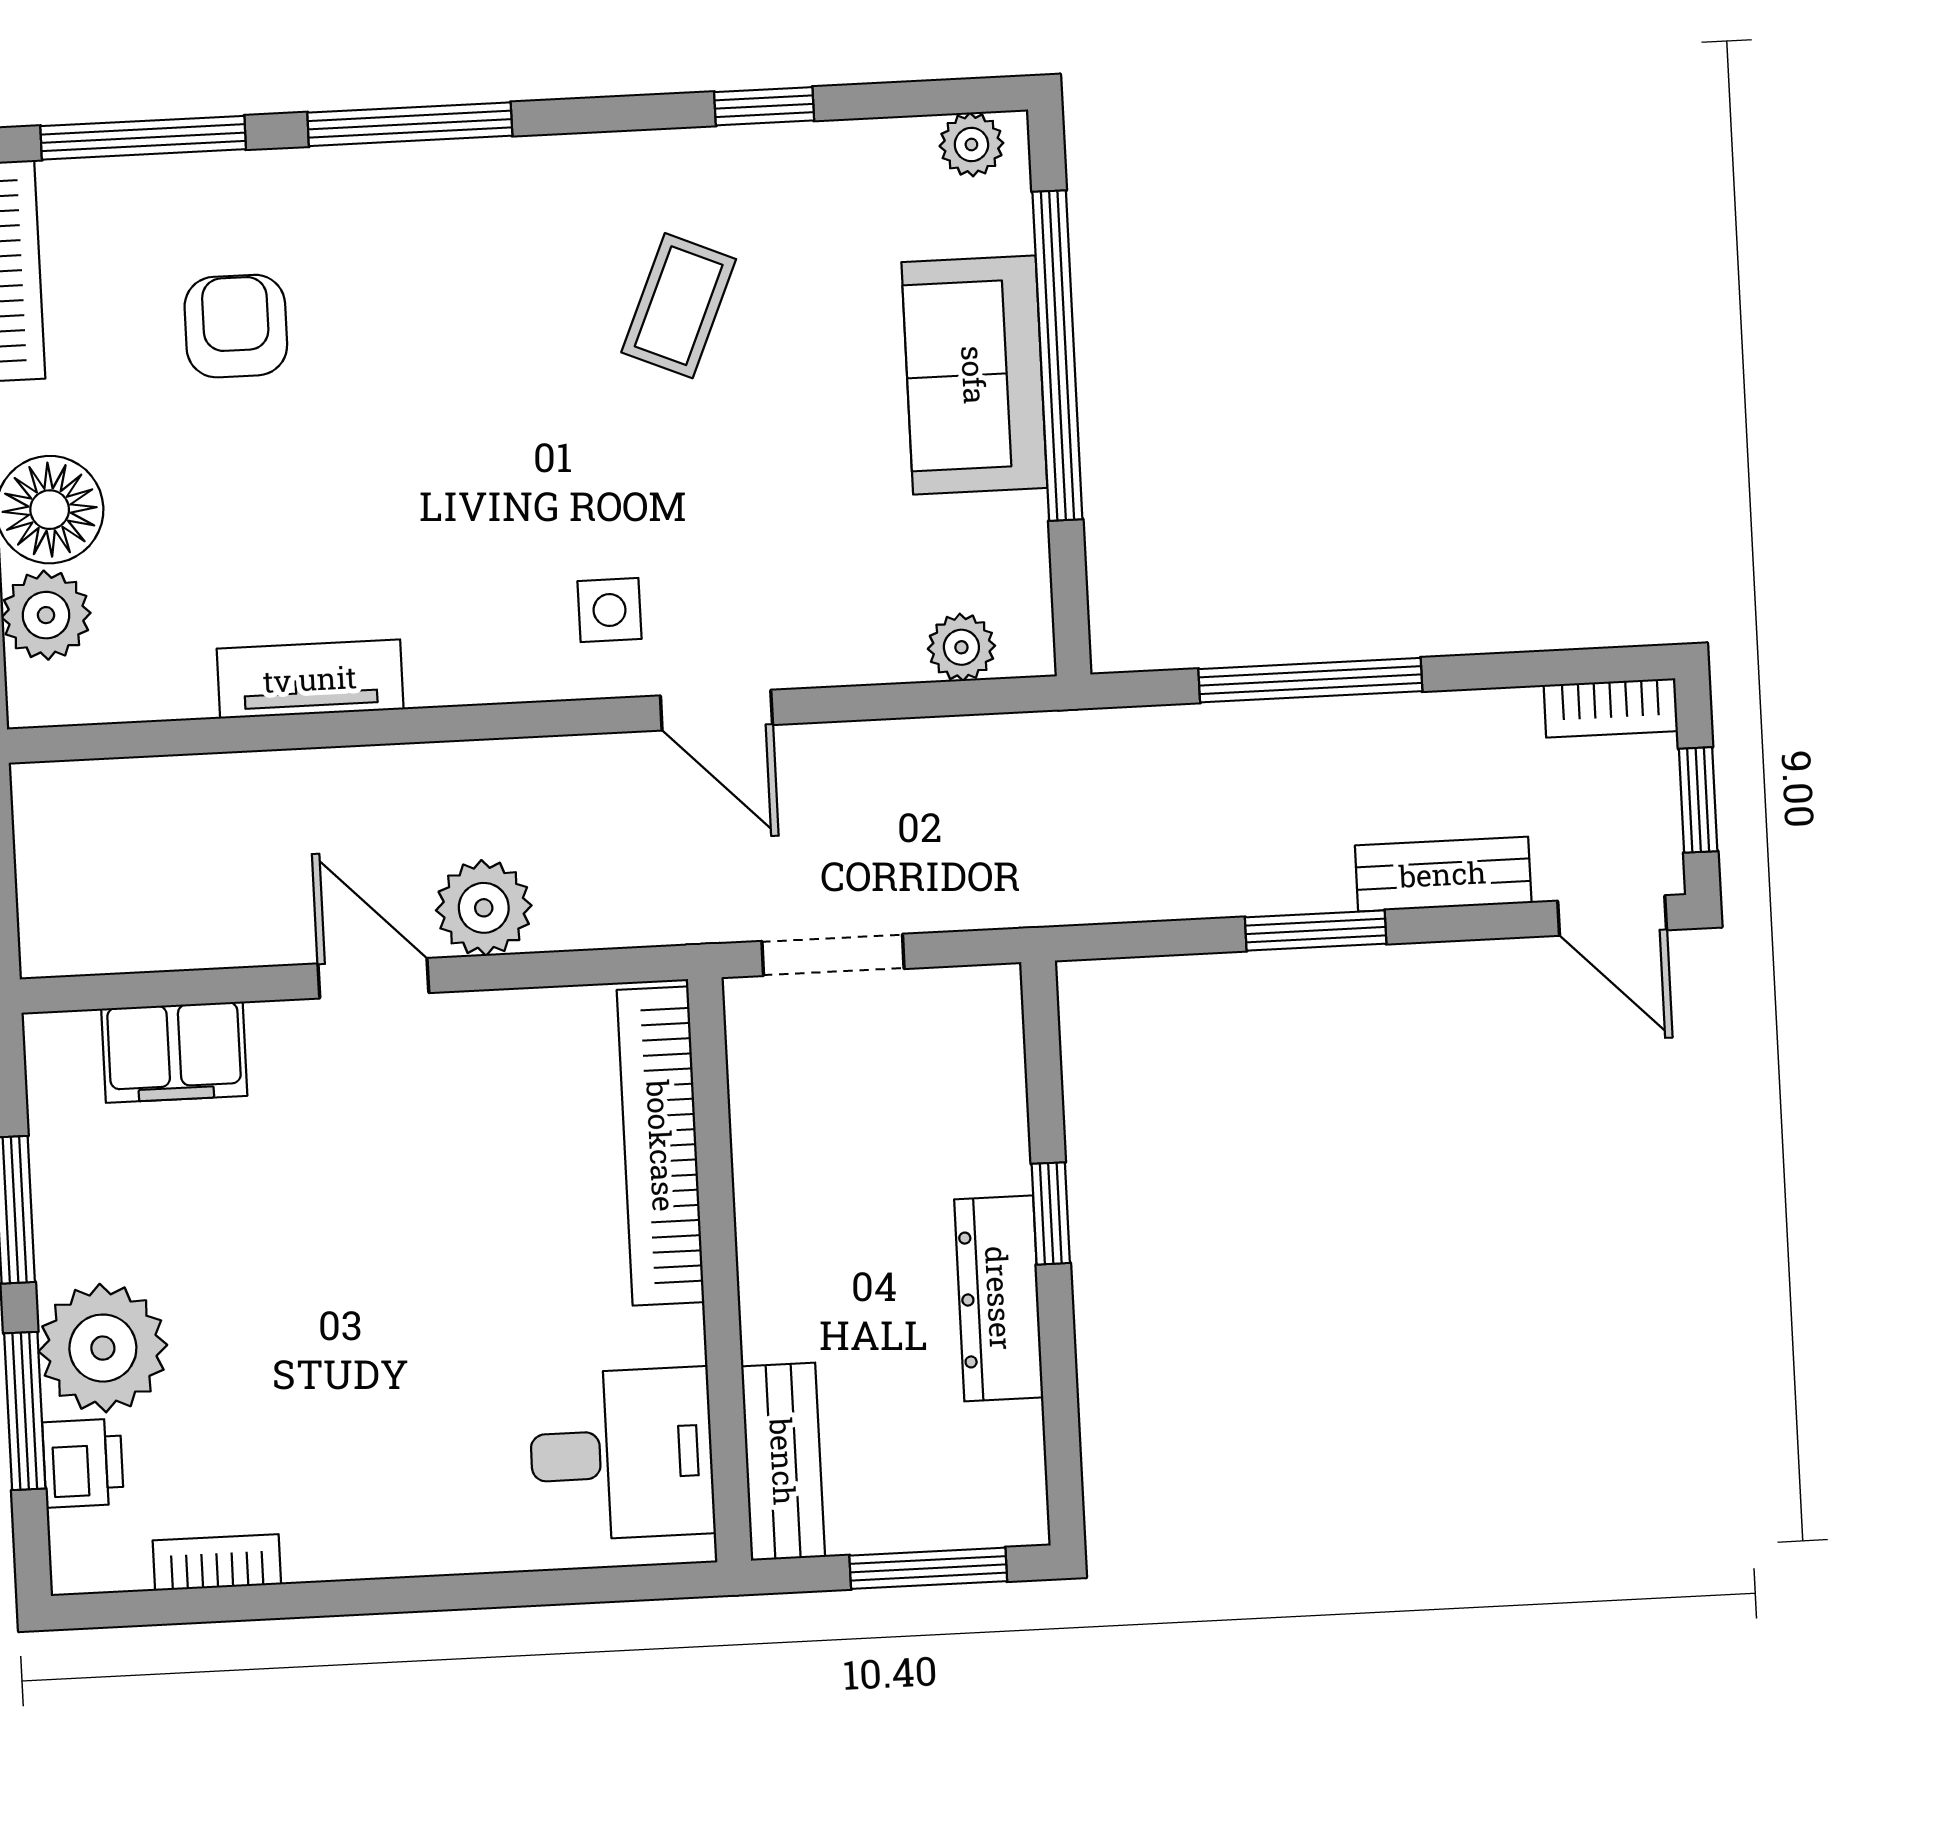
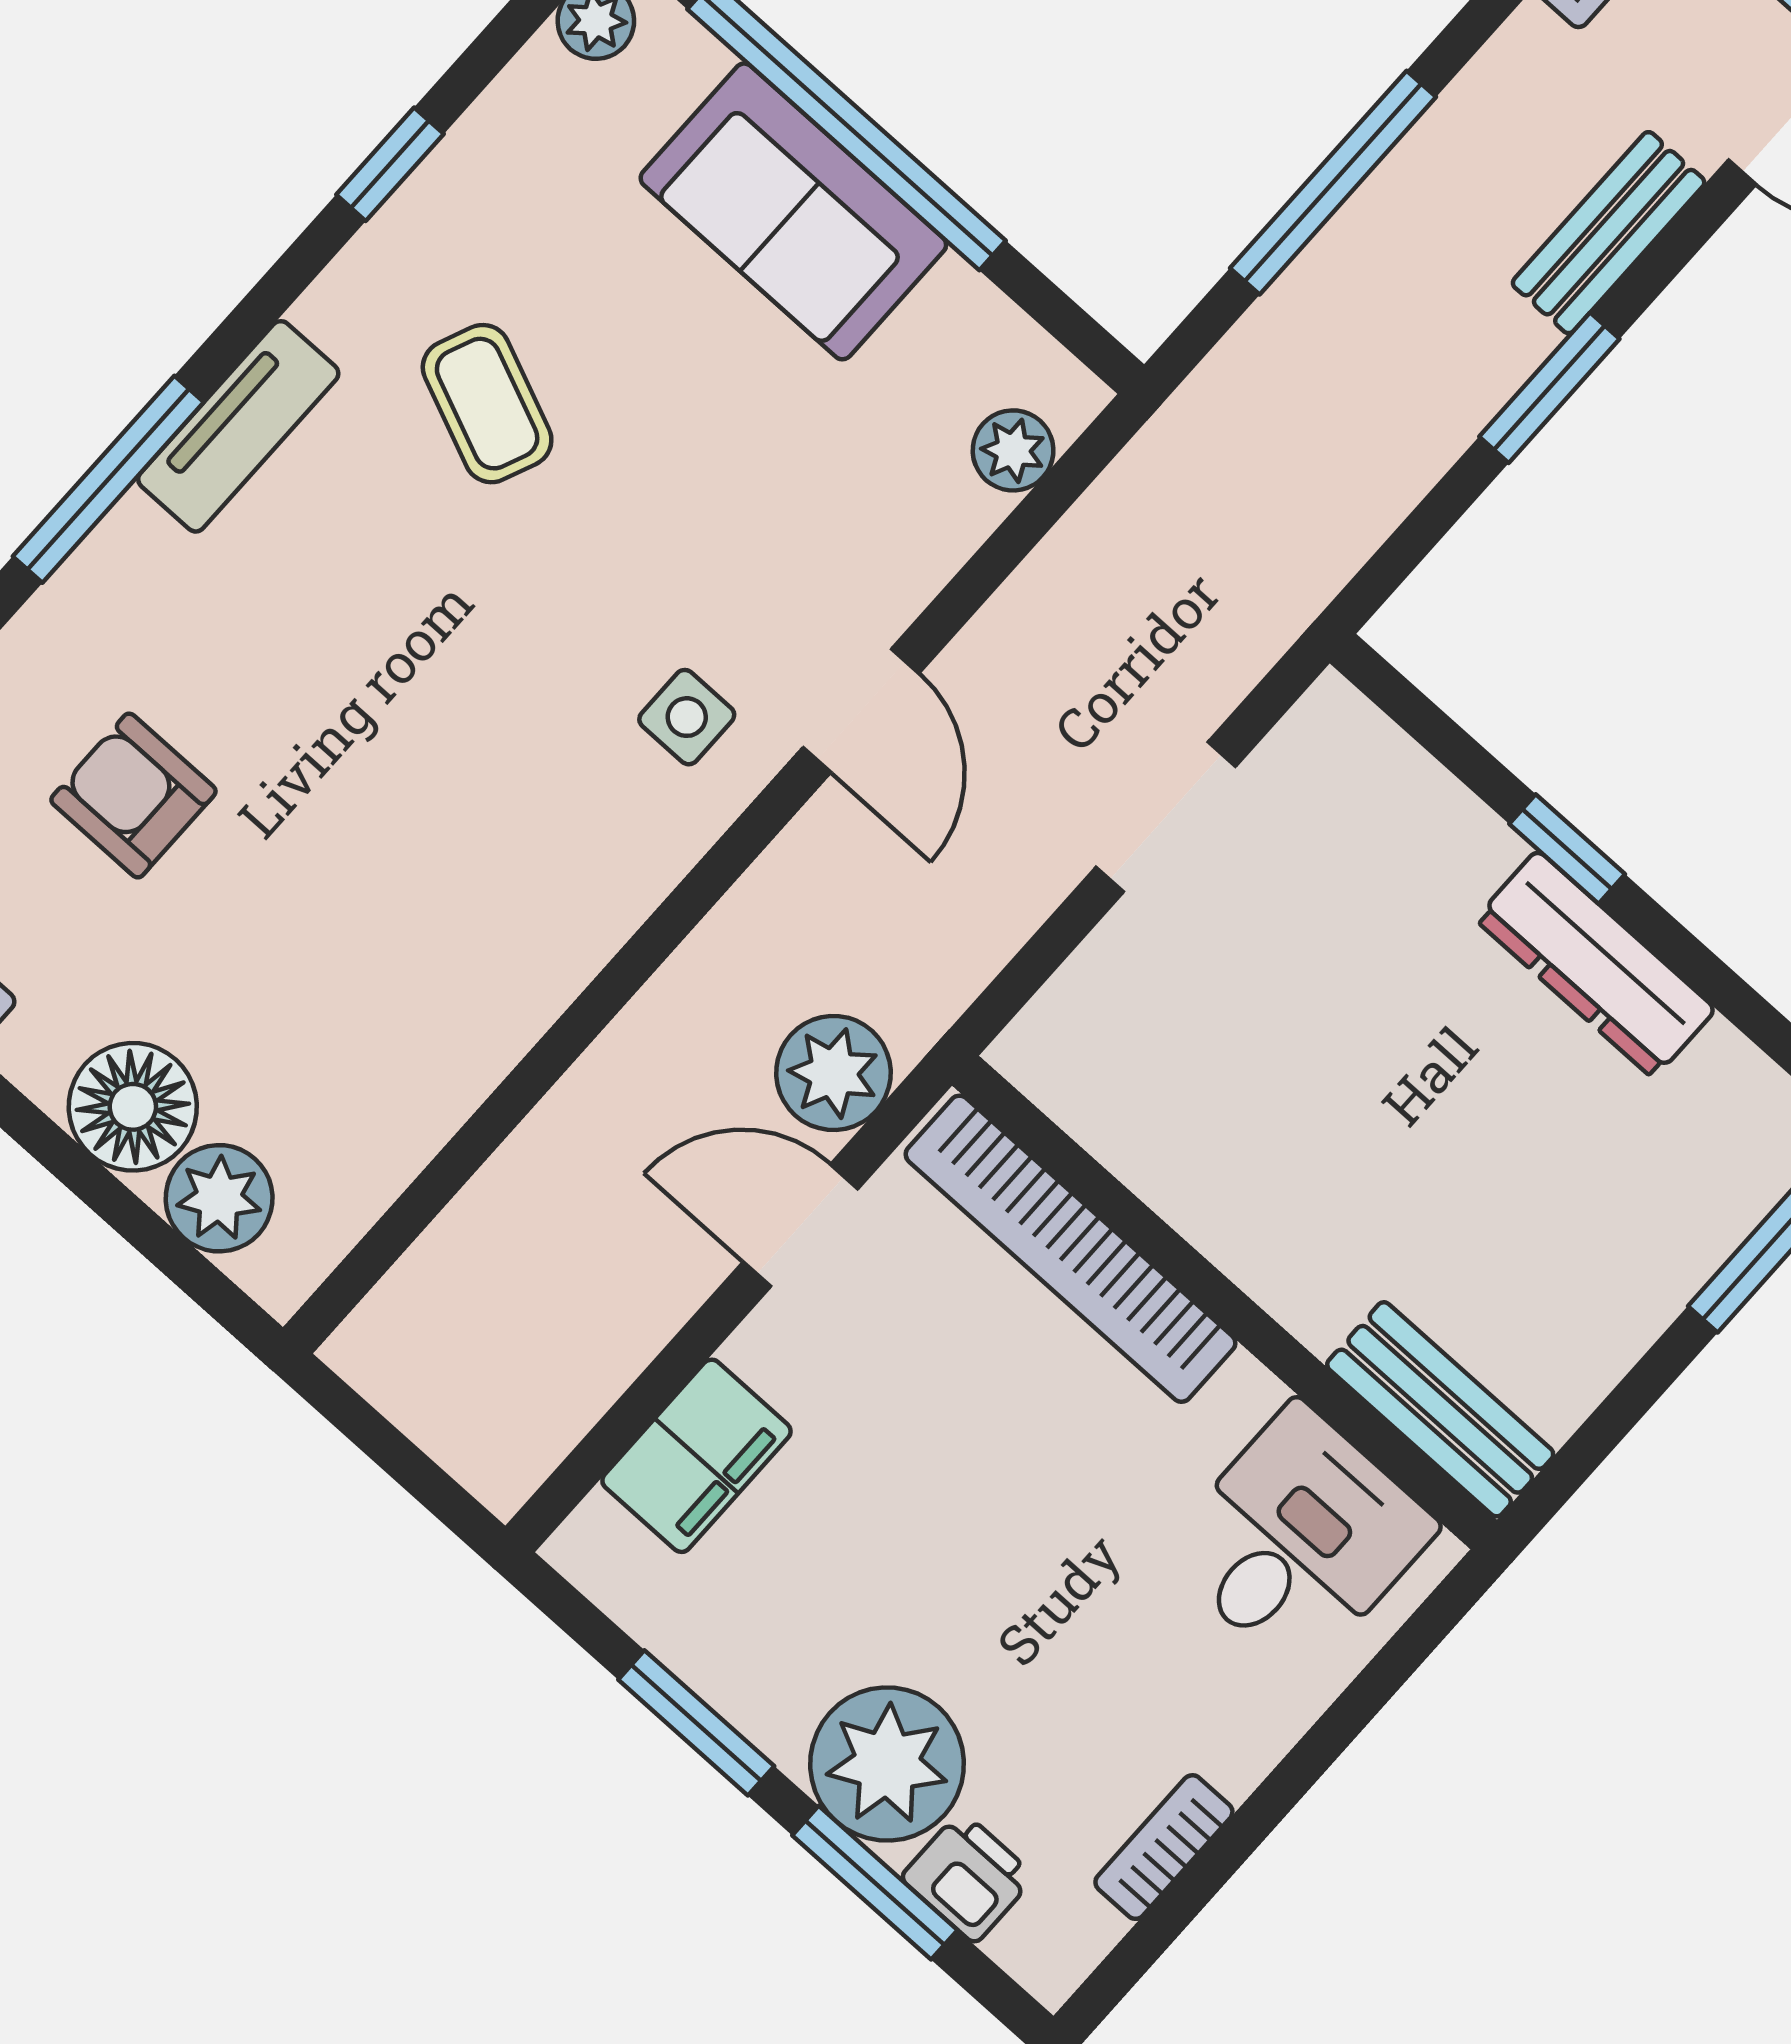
tv unit: (310, 679) -> (238, 426), moved, turned 180
door: (716, 710) -> (861, 710), hinge flipped
bookcase: (661, 1146) -> (1071, 1249), moved
wall: (719, 1270) -> (1225, 1303), moved
desk: (622, 1454) -> (1299, 1540), moved
bench: (783, 1462) -> (1440, 1409), moved

